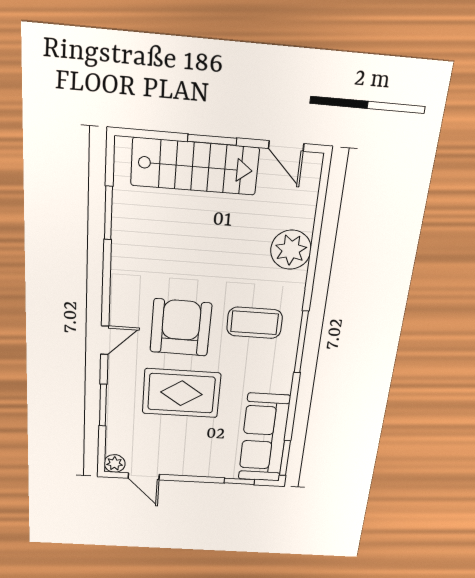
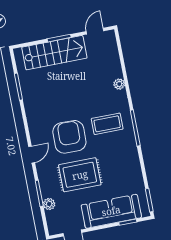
door: (286, 146) -> (95, 31), swing flipped
plant: (291, 250) -> (119, 84), width x0.53, depth x0.53
sofa: (264, 438) -> (111, 211), moved, turned 90
plant: (115, 463) -> (49, 204), moved

